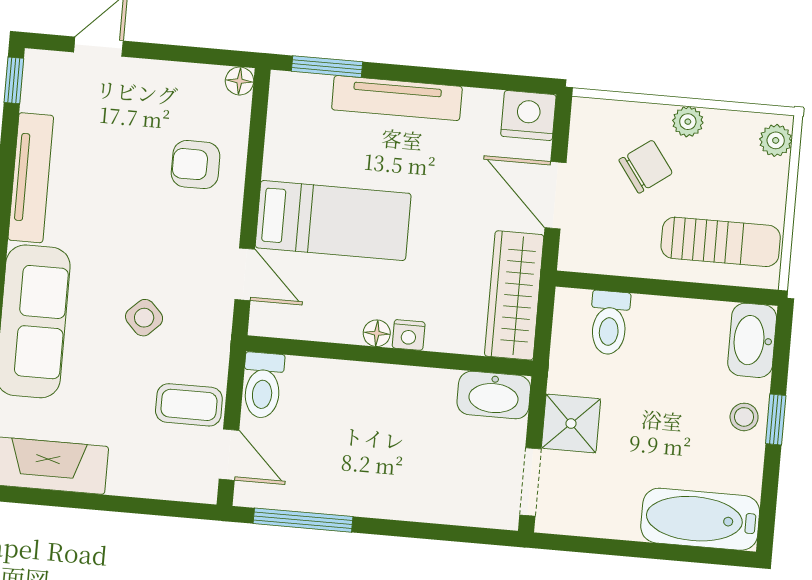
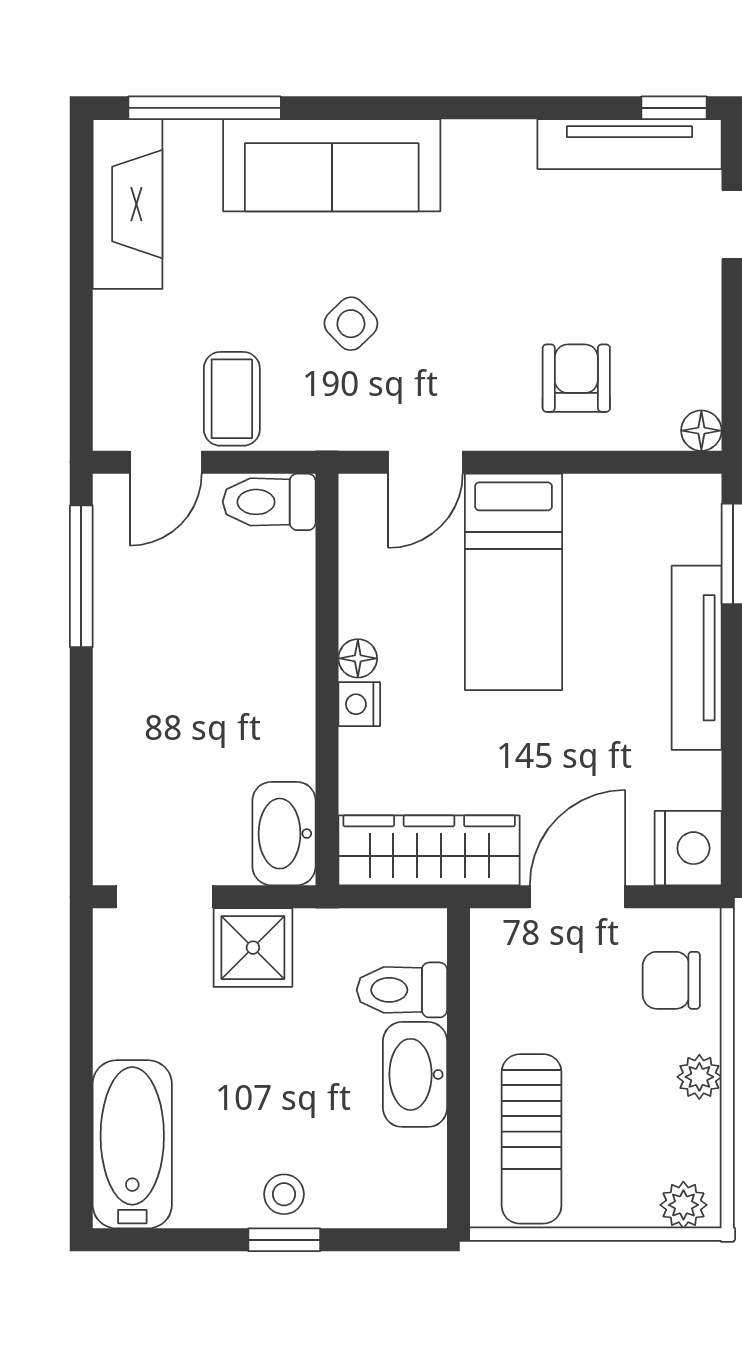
chair: (646, 167) -> (671, 980), moved, turned 126
tv unit: (31, 178) -> (629, 144), moved
washbasin: (752, 340) -> (415, 1074), moved, turned -90

